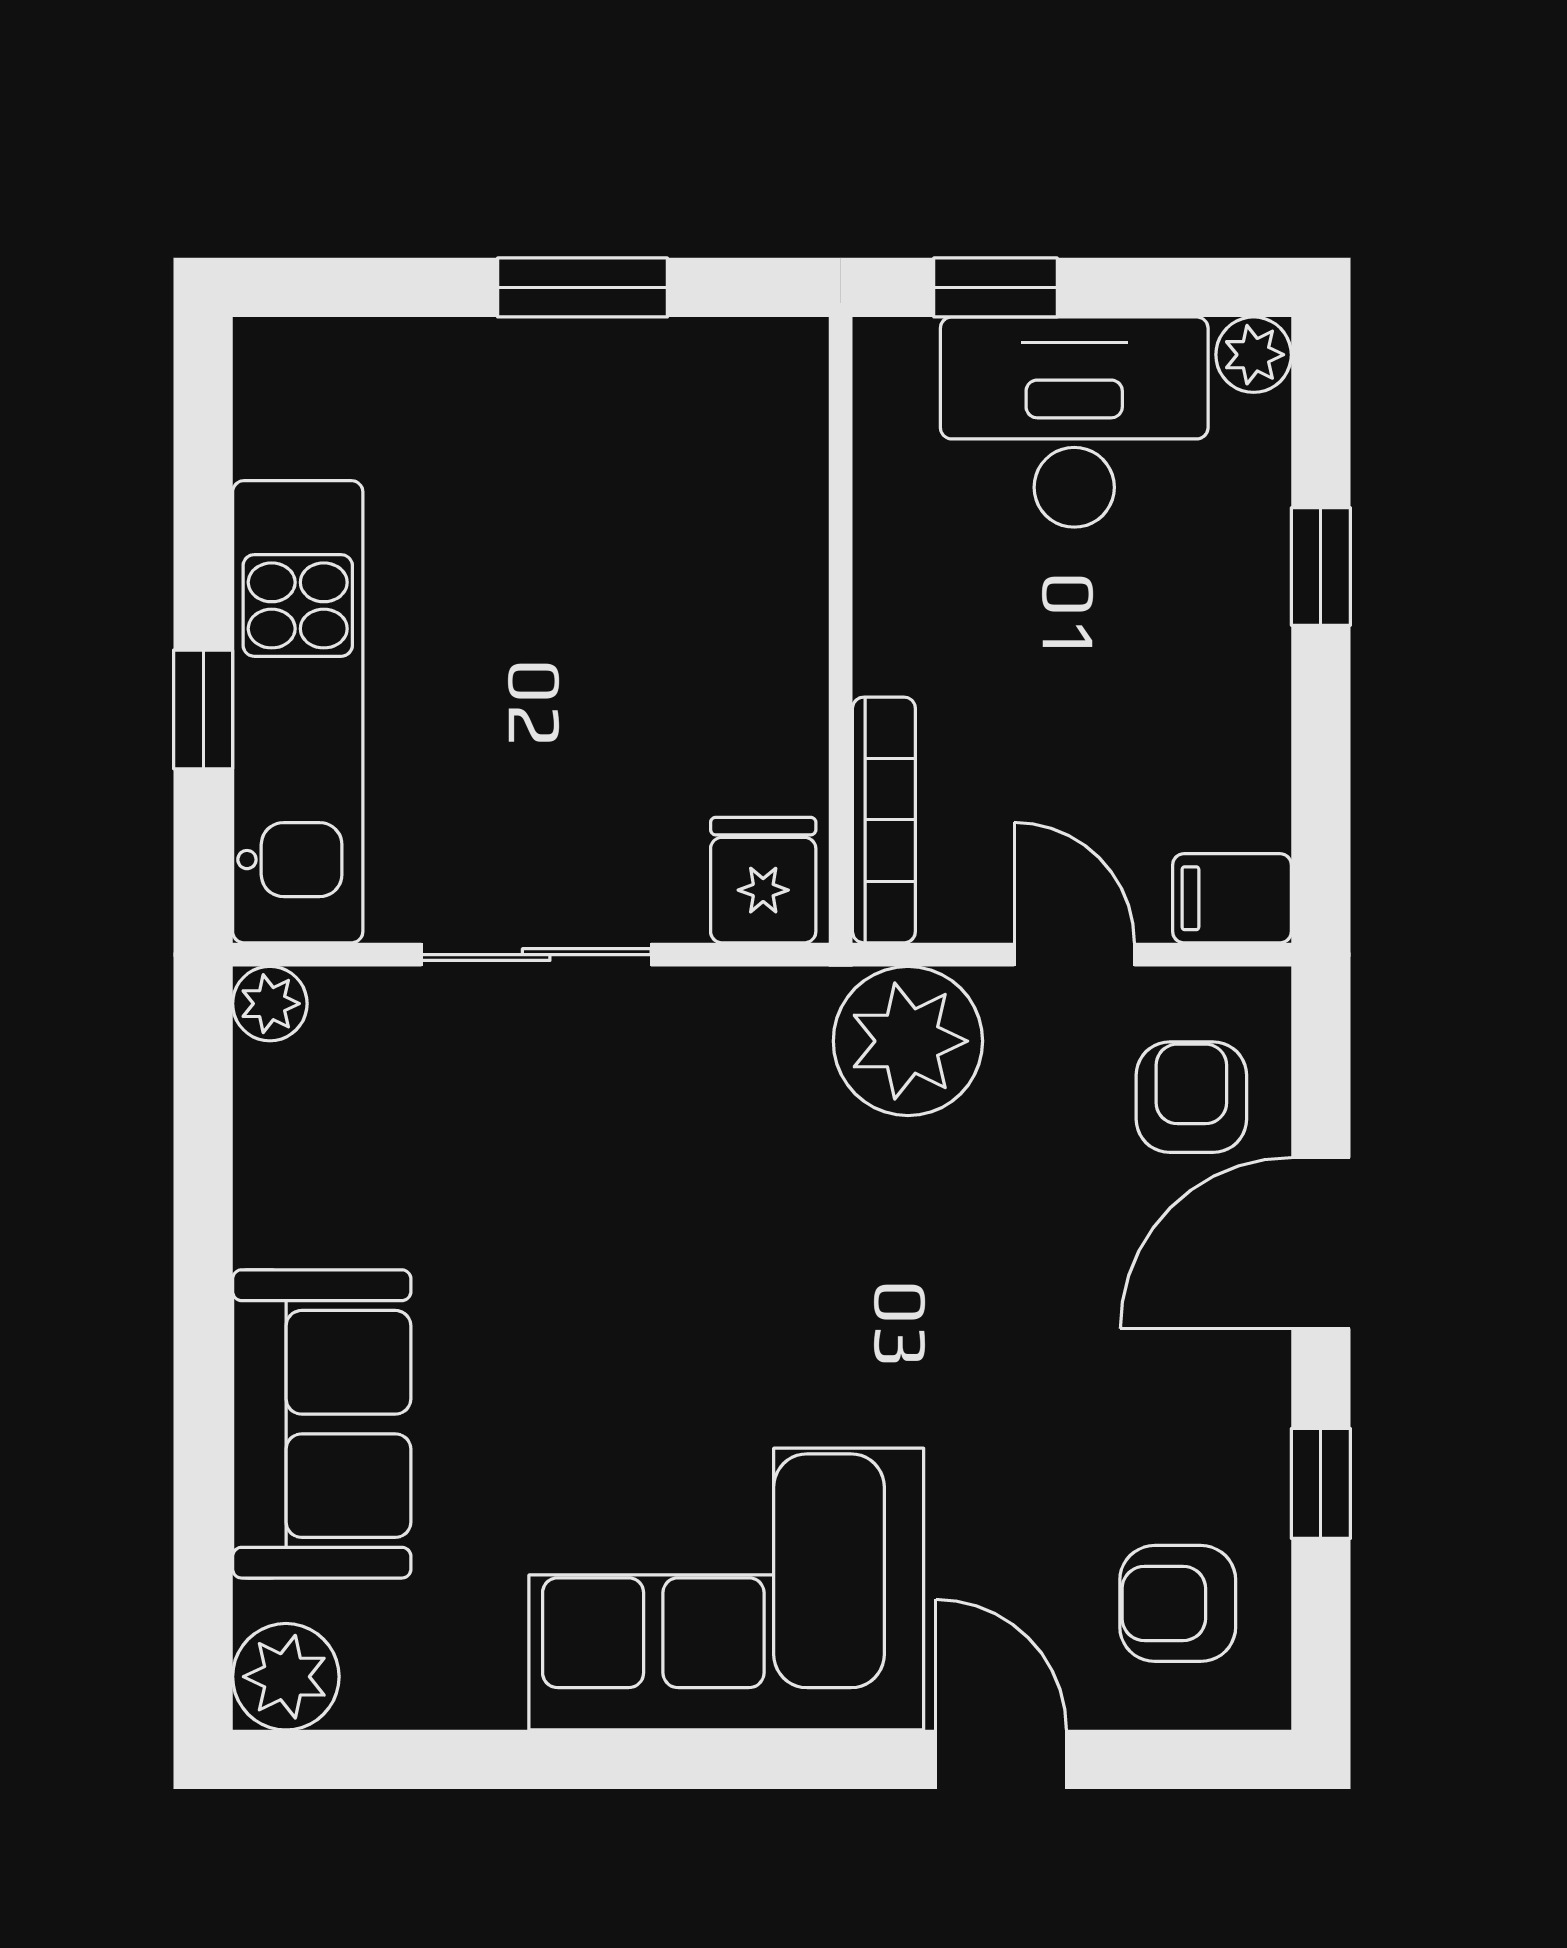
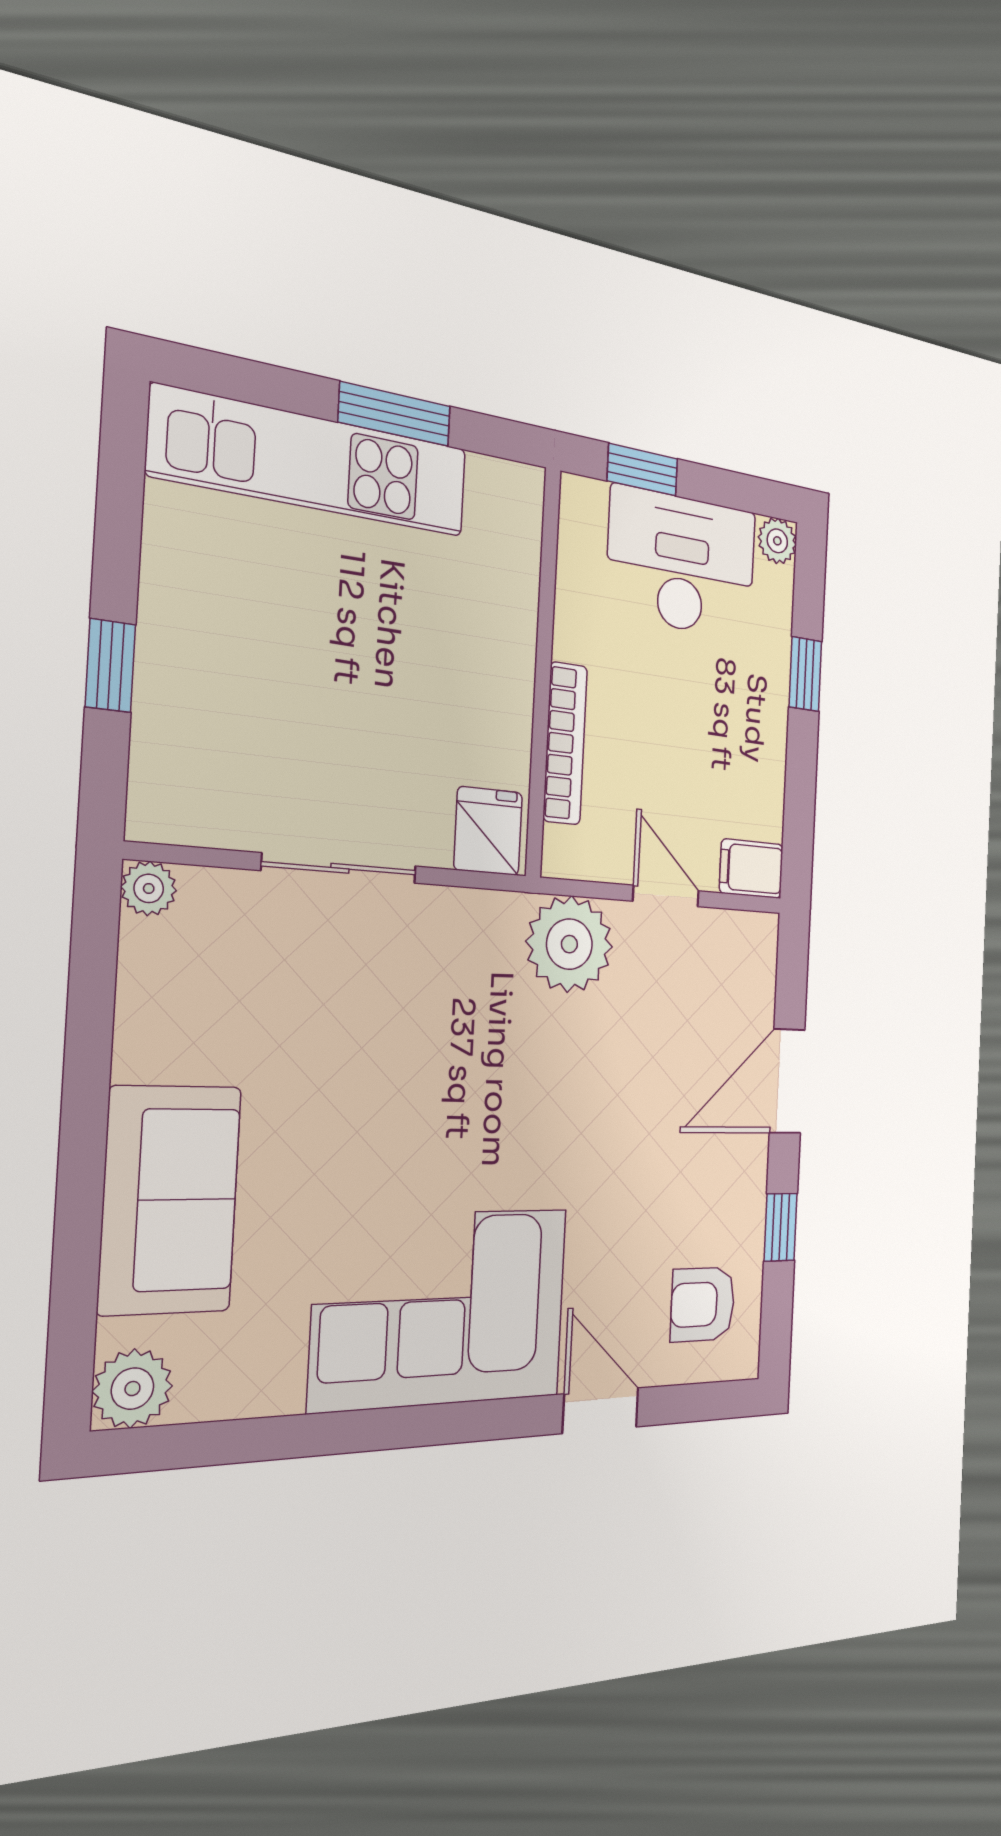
kitchen unit: (298, 712) -> (312, 462), moved, turned 90
bookcase: (884, 820) -> (565, 743), moved
armchair: (1191, 1097) -> (725, 989), removed

